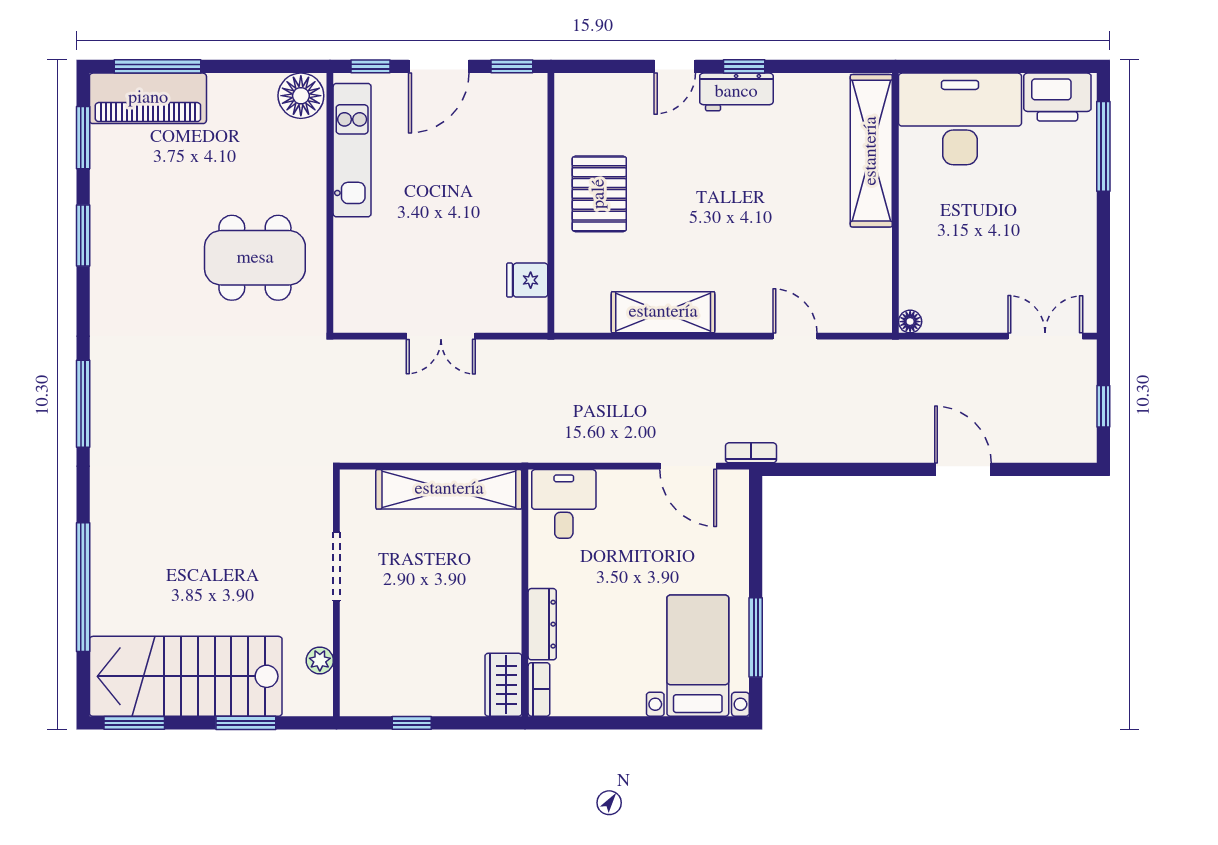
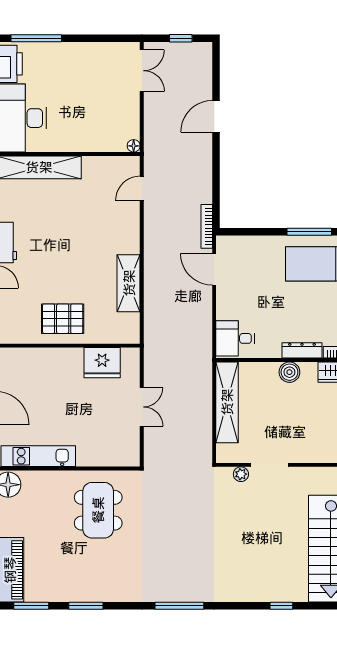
fridge: (527, 280) -> (102, 363), width x1.88, depth x1.34
door: (795, 336) -> (142, 189), moved
double door: (1045, 336) -> (142, 71), swing flipped
bookcase: (751, 453) -> (207, 226), width x1.56
door: (688, 466) -> (214, 269), swing flipped
window: (83, 587) -> (281, 606), width x0.32
boiler: (503, 602) -> (289, 372), added
plant: (320, 660) -> (241, 474), moved

